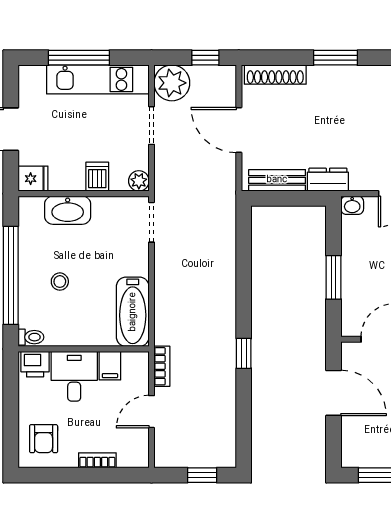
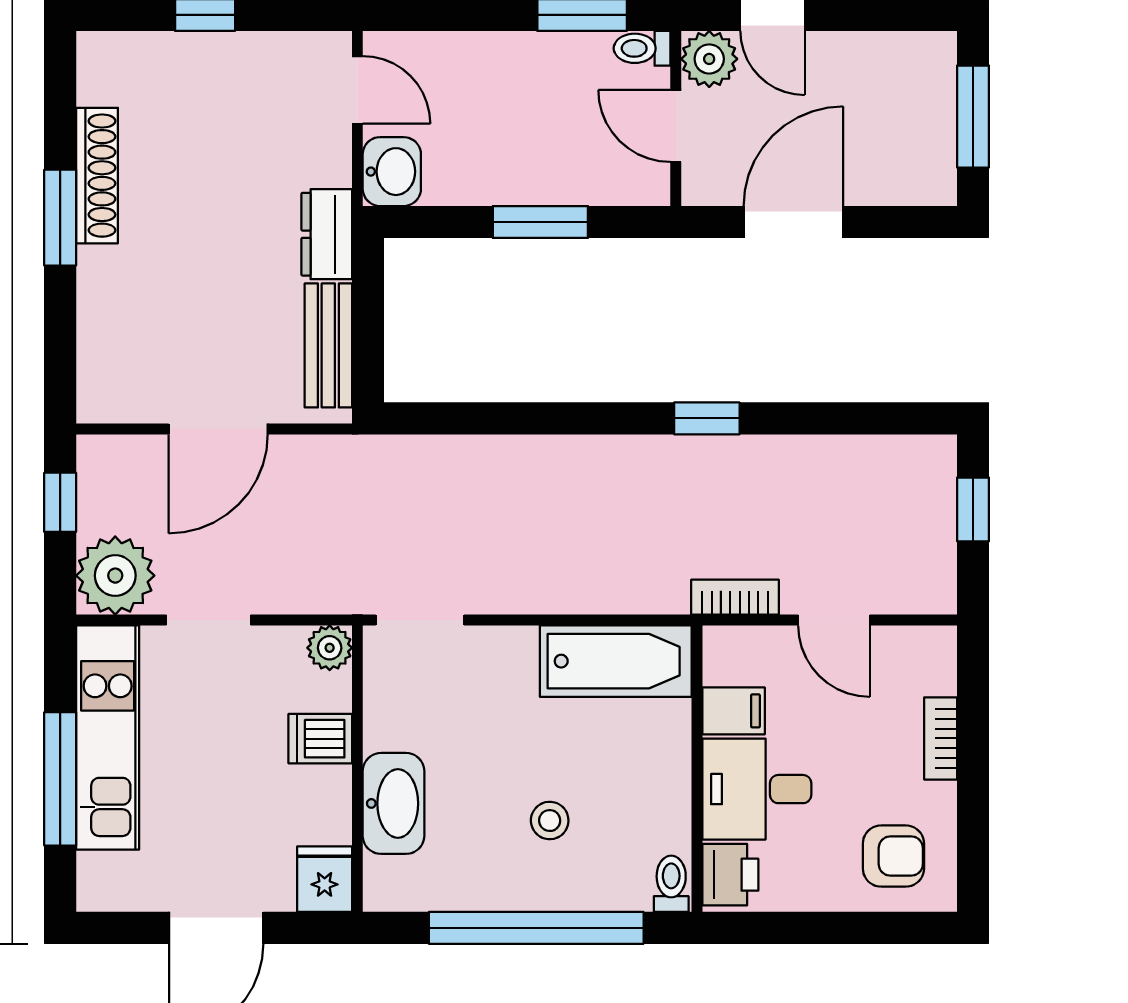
shoe rack: (275, 75) -> (97, 176), moved
washbasin: (352, 205) -> (392, 172), width x1.38, depth x1.45

